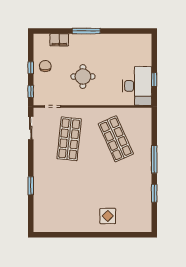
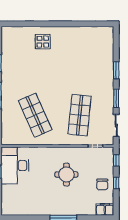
filing cabinet: (59, 40) -> (105, 209), moved
window: (31, 156) -> (116, 98), added

